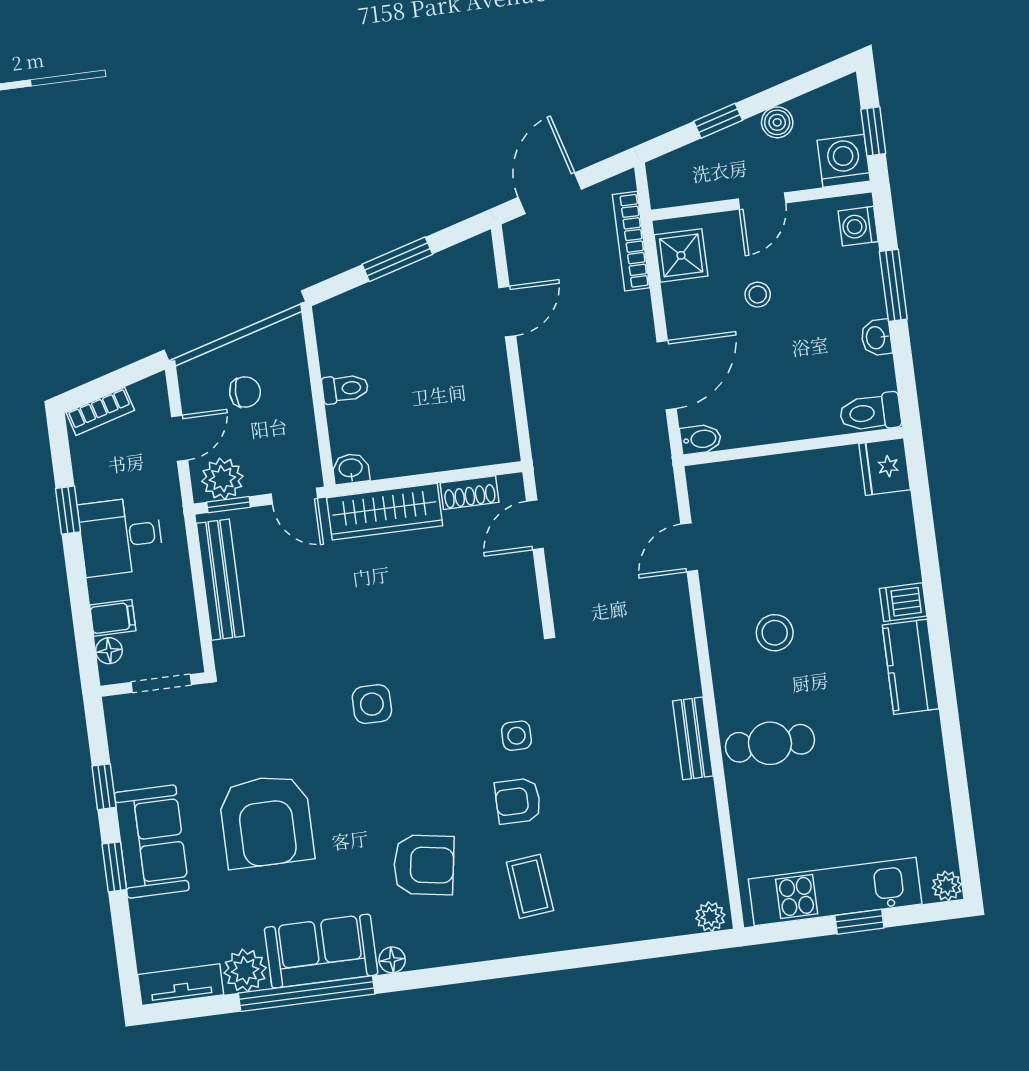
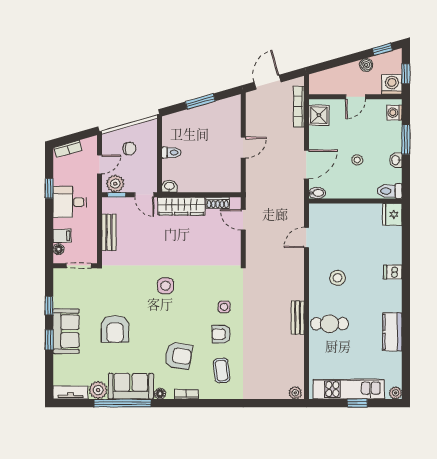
window: (718, 121) -> (382, 49), moved
stool: (758, 295) -> (357, 160), moved
door: (507, 312) -> (243, 148), moved
door: (535, 525) -> (243, 220), hinge flipped
bench: (220, 580) -> (109, 232), width x0.73
kitchen counter: (911, 667) -> (392, 332), moved
armchair: (266, 821) -> (115, 329), width x0.73, depth x0.73
bookcase: (454, 953) -> (186, 394), added

